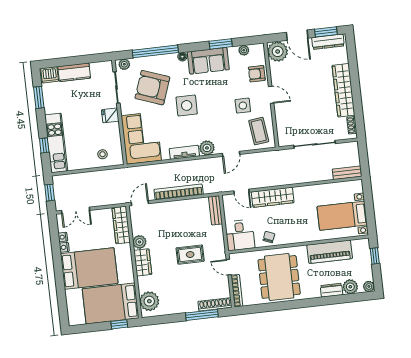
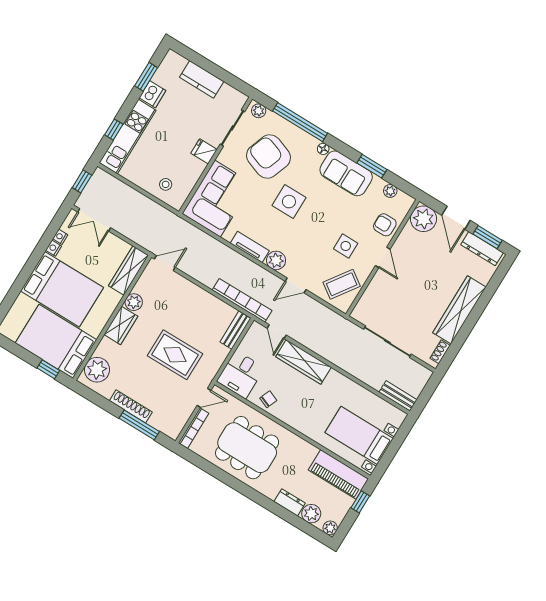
dishwasher: (50, 75) -> (152, 94), moved, turned -90
coffee table: (259, 131) -> (342, 284), turned 42
bookcase: (179, 192) -> (242, 300), moved
piano: (330, 252) -> (338, 474), moved
rug: (190, 255) -> (175, 355), width x1.36, depth x1.43
door: (229, 267) -> (204, 398), swing flipped
dining table: (279, 277) -> (247, 448), turned 90
shoe rack: (215, 304) -> (131, 406), moved

